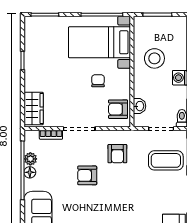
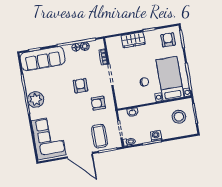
stool: (154, 58) -> (179, 117), moved
wardrobe: (34, 108) -> (133, 40), moved
armchair: (118, 109) -> (168, 40), moved

